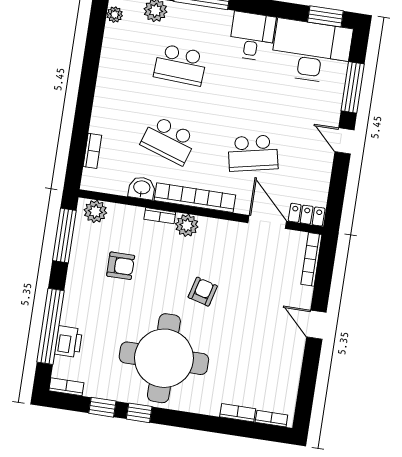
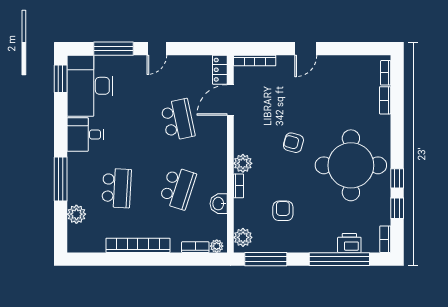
plant: (115, 15) -> (217, 246), moved
bookcase: (195, 198) -> (138, 245), moved, turned 90

